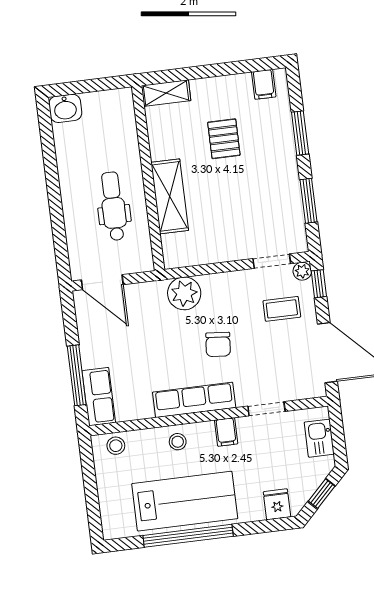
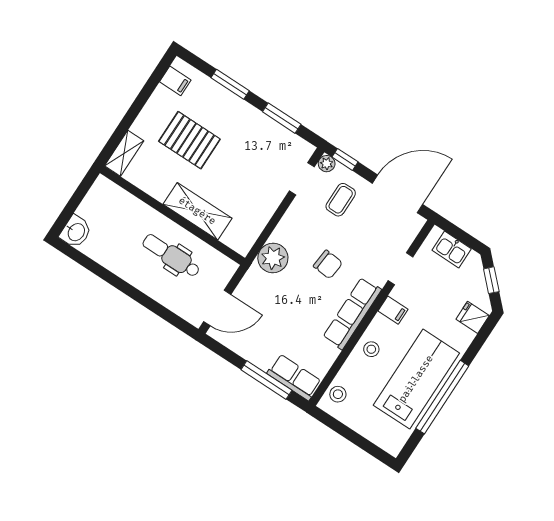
pallet: (224, 139) -> (189, 140), width x1.50, depth x1.42

